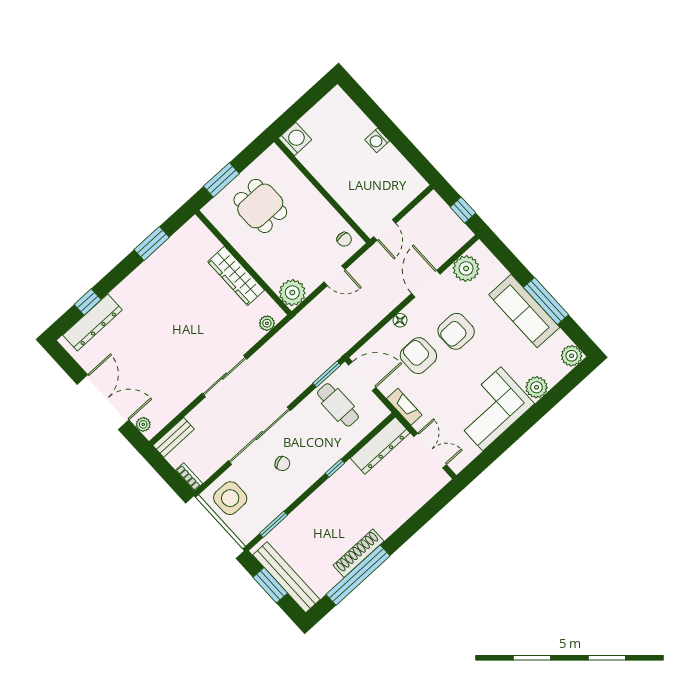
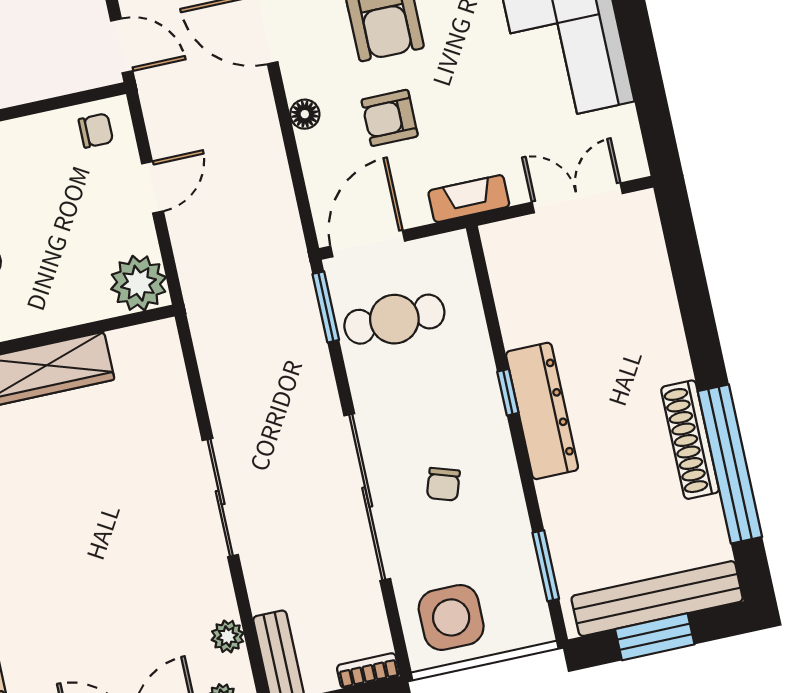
plant: (267, 323) -> (228, 636), moved
armchair: (418, 356) -> (390, 118), width x0.72, depth x0.72
dresser: (380, 446) -> (542, 411), moved
chair: (282, 464) -> (443, 484), turned 132

